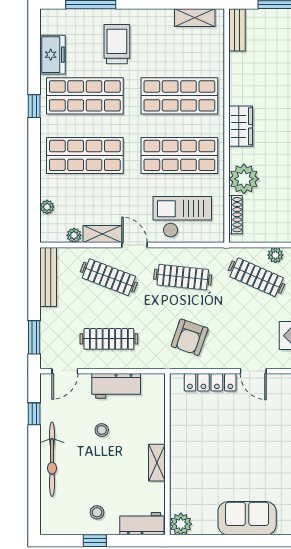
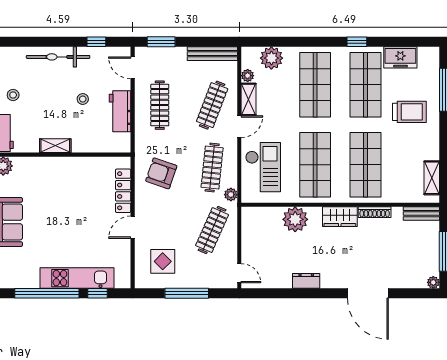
plant: (47, 207) -> (271, 58), width x1.88, depth x1.88
shoe rack: (235, 215) -> (375, 212), moved
plant: (275, 255) -> (231, 195), moved

